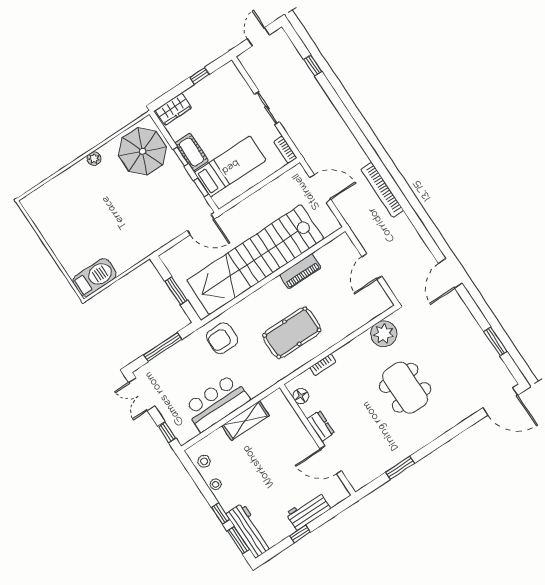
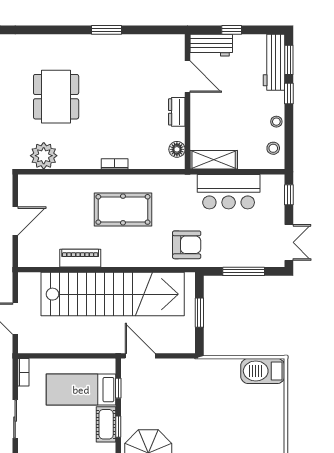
floor lamp: (301, 396) -> (177, 149), moved
dresser: (321, 426) -> (177, 112), moved
wall: (318, 440) -> (187, 102), moved
door: (331, 460) -> (187, 77), moved

